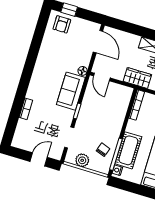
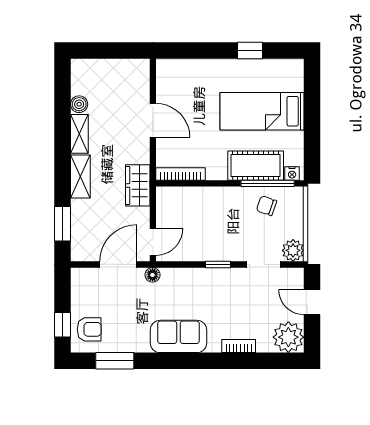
window: (128, 27) -> (63, 224), added
window: (39, 34) -> (115, 361), added
door: (98, 42) -> (118, 264), moved
sofa: (71, 91) -> (178, 336), moved, turned 180
plant: (22, 139) -> (288, 337), added
plant: (82, 160) -> (293, 250), moved

